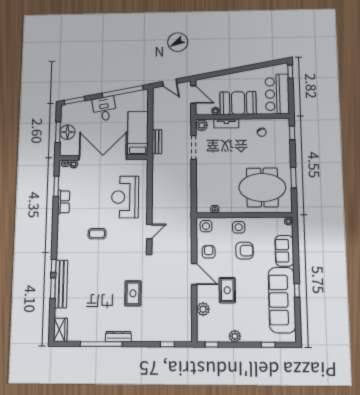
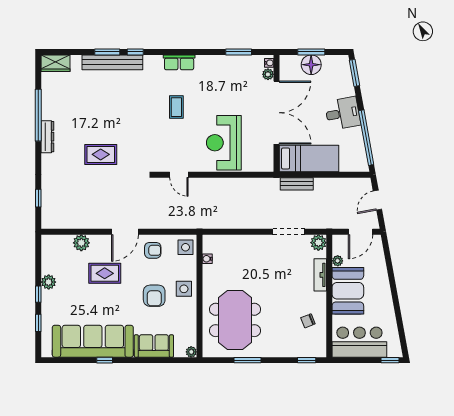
reception desk: (125, 197) -> (224, 143), turned -90
row of seats: (64, 202) -> (179, 62), moved
window: (212, 345) -> (38, 294), moved

